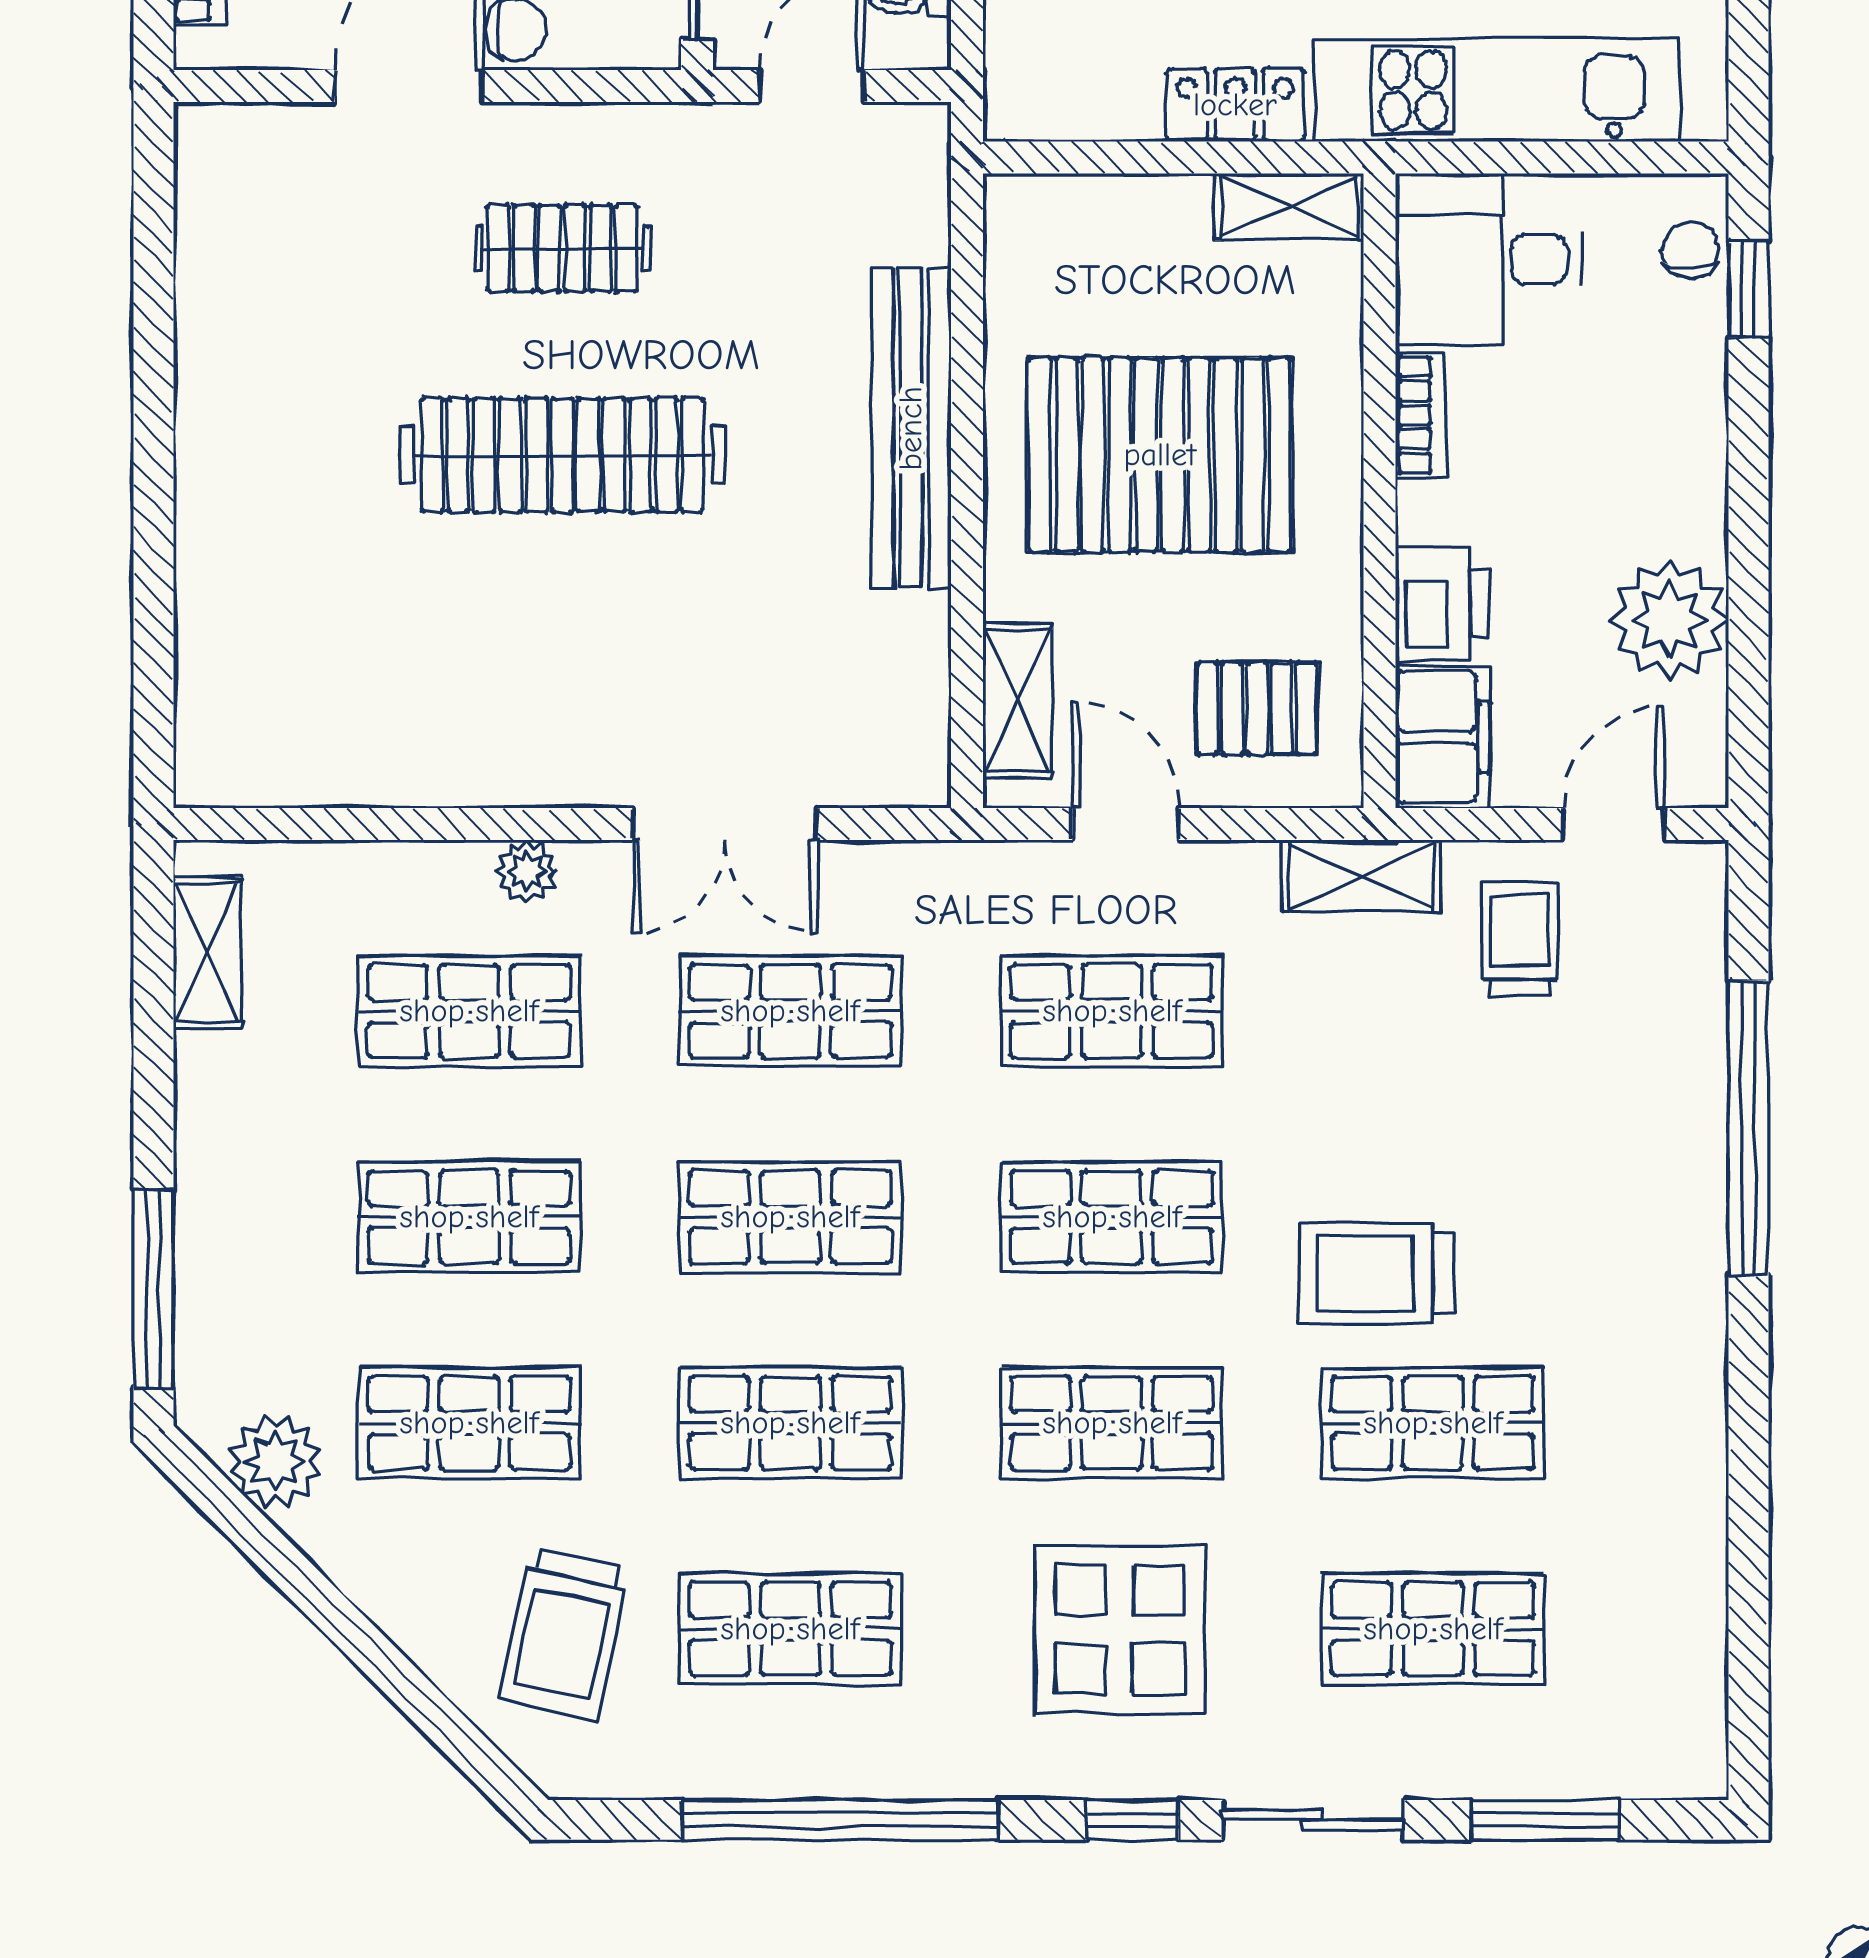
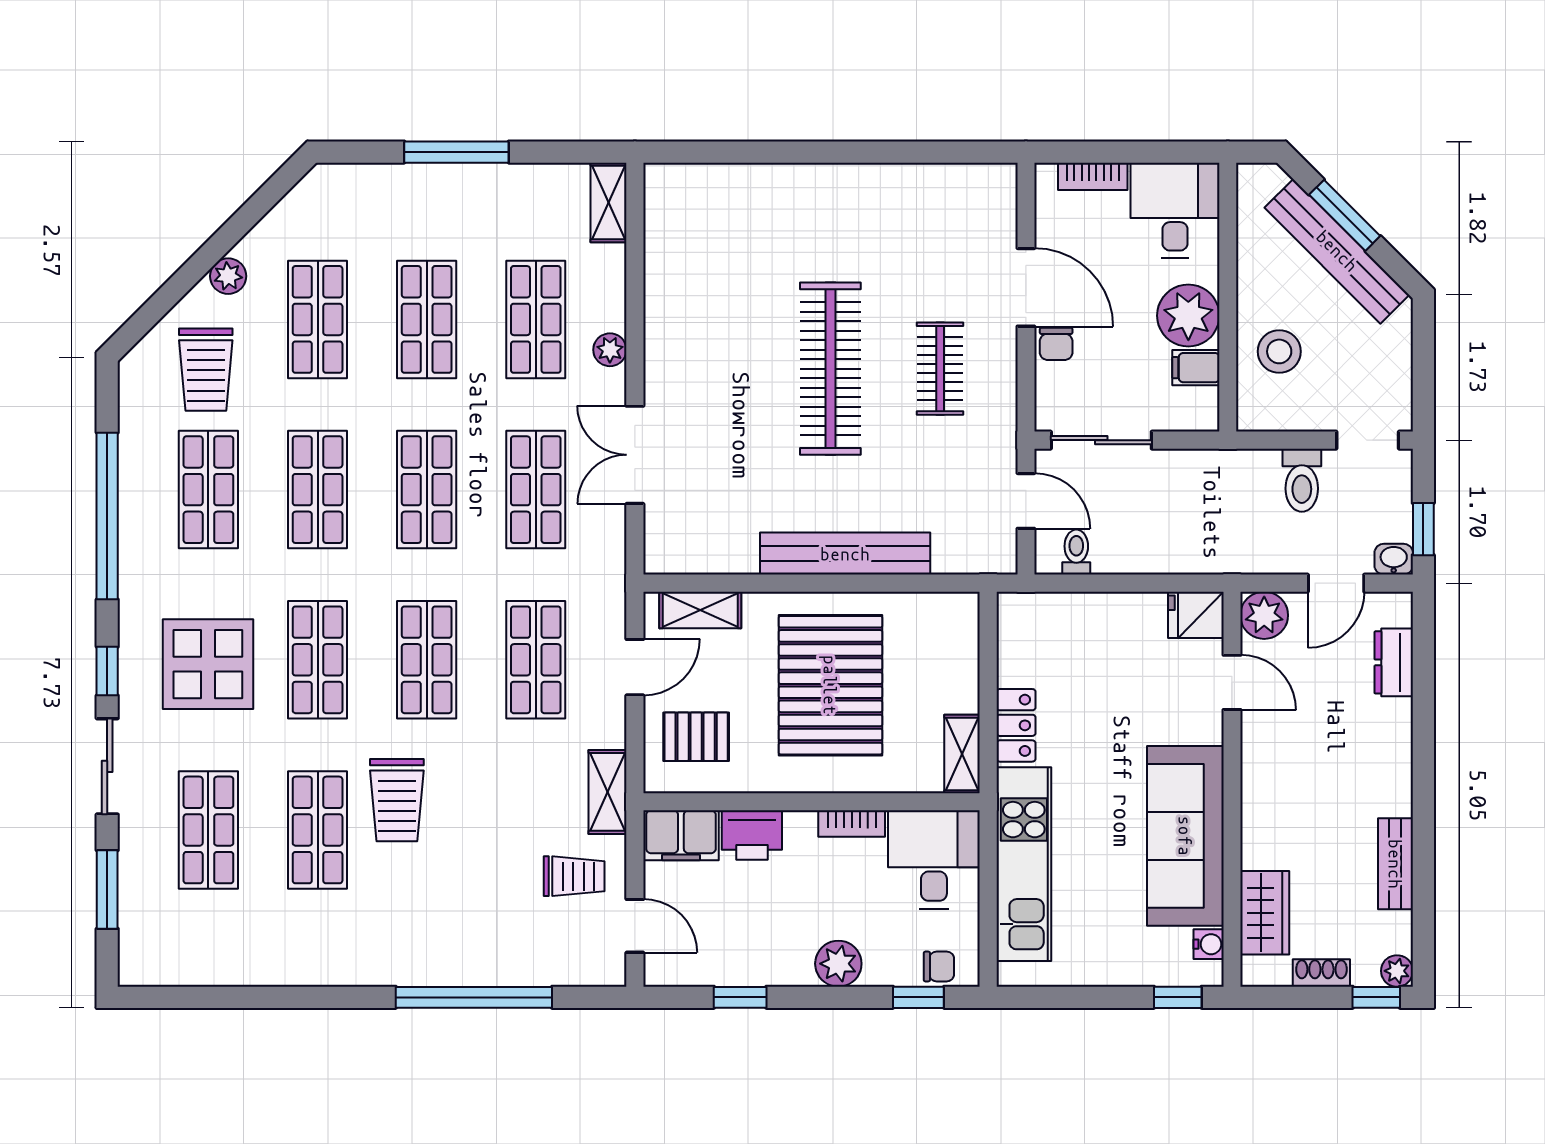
plant: (1669, 620) -> (838, 964), moved, width x0.73, depth x0.73
window: (1749, 625) -> (740, 997), added
pallet: (1257, 708) -> (696, 737), turned 90
shelving: (207, 952) -> (609, 202), moved, turned 90
trolley: (1377, 1273) -> (397, 800), turned 180
window: (154, 1289) -> (456, 152), moved
plant: (275, 1462) -> (228, 276), moved, width x0.73, depth x0.73
trolley: (564, 1634) -> (206, 370), turned -102

